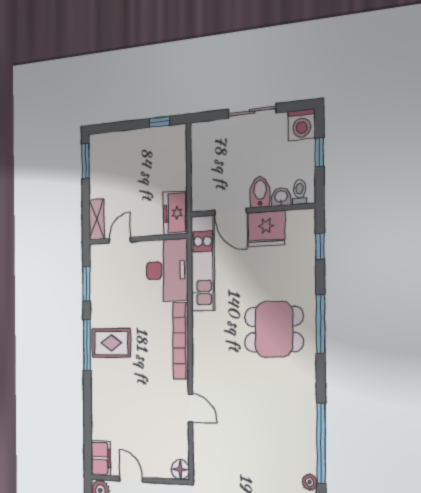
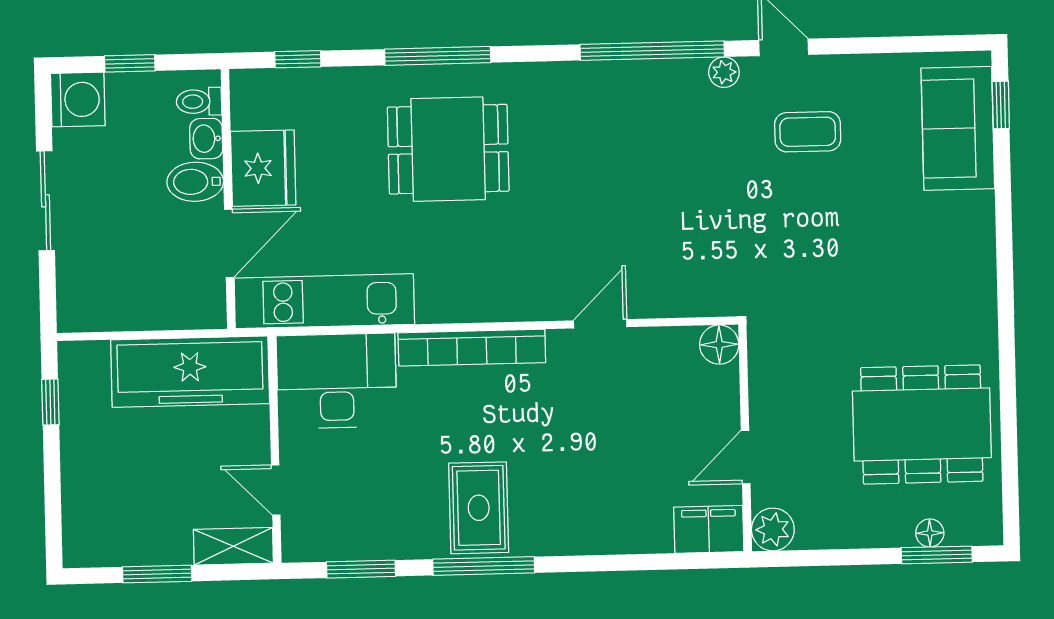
window: (86, 161) -> (157, 574), moved
freezer: (175, 213) -> (190, 372), width x1.91, depth x1.26
dining table: (274, 329) -> (448, 149), turned 90

